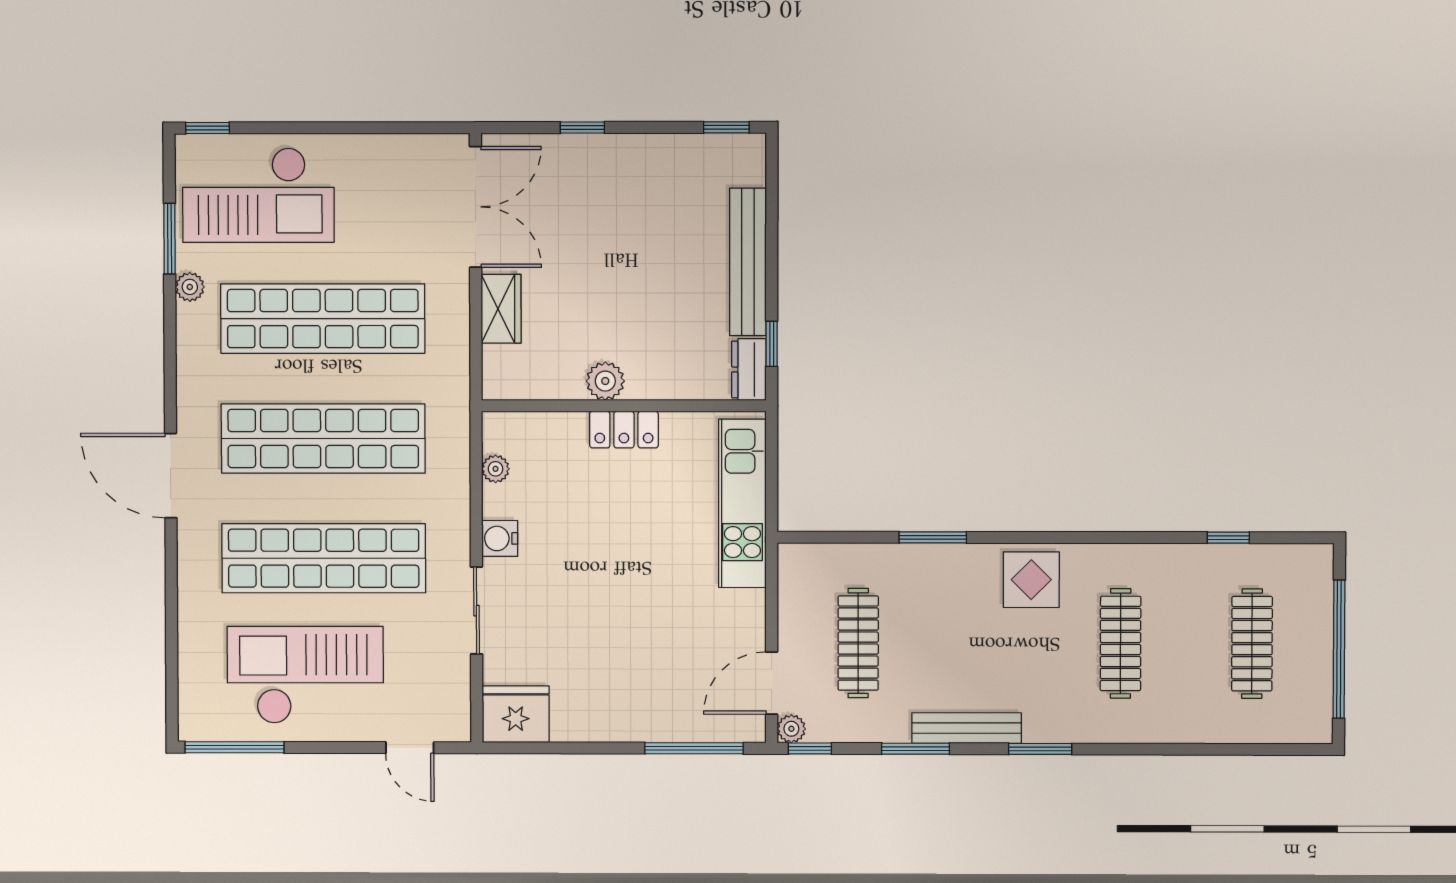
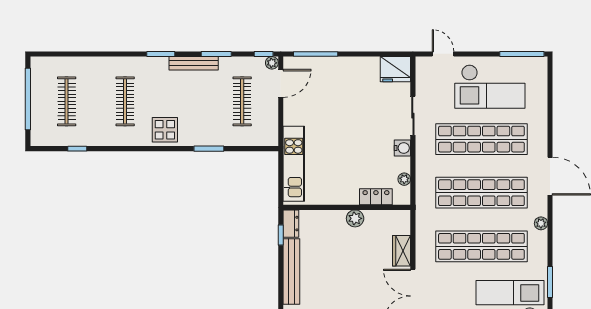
plant: (190, 287) -> (541, 223), moved
locker: (624, 430) -> (376, 197), moved

